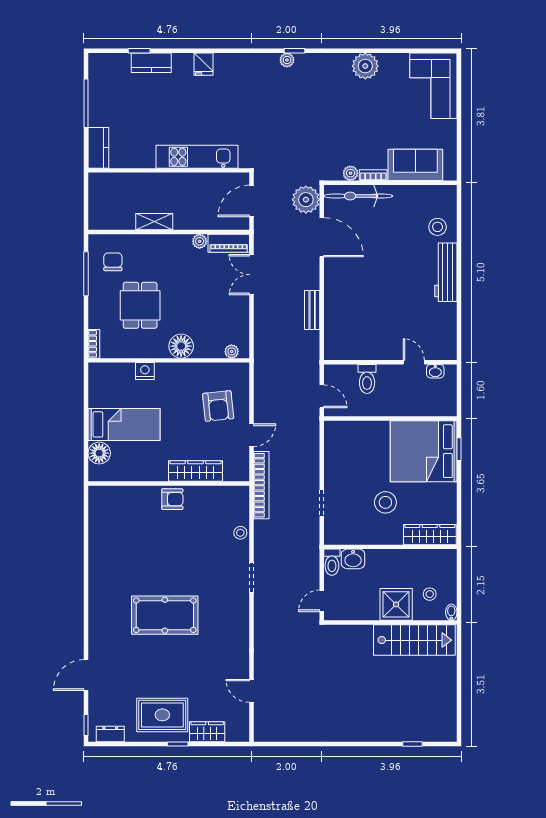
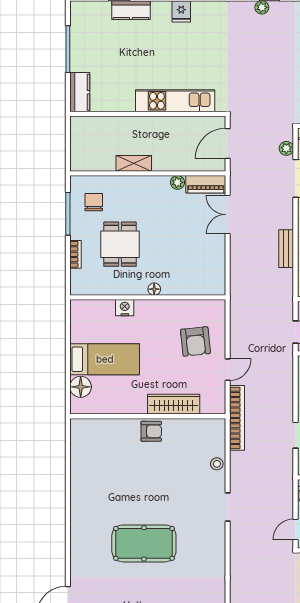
plant: (306, 200) -> (286, 148), width x0.53, depth x0.53
bookcase: (94, 344) -> (76, 254), moved
floor lamp: (181, 346) -> (154, 289), width x0.53, depth x0.53
plant: (232, 351) -> (208, 289), removed

